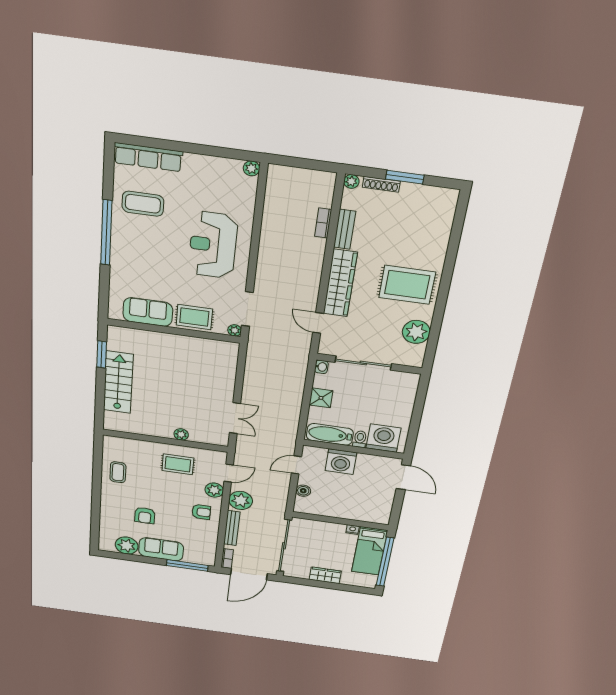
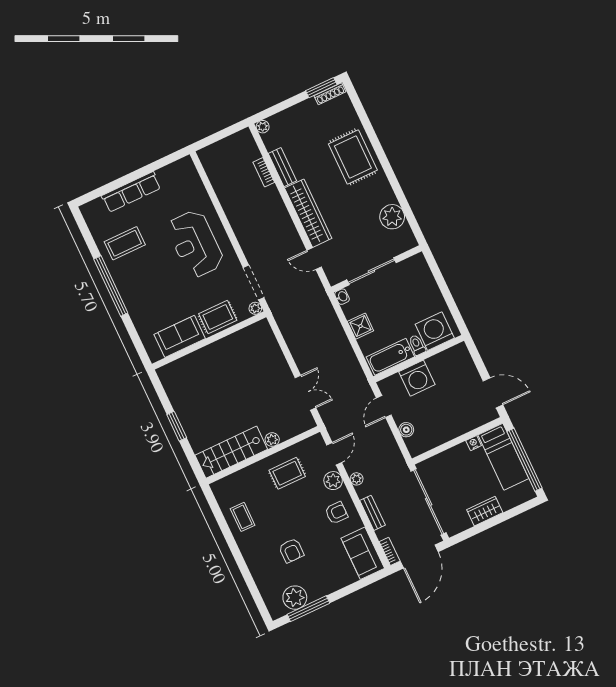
row of seats: (148, 157) -> (131, 192), moved
plant: (251, 168) -> (186, 163), removed
window: (405, 177) -> (321, 88), moved
shoe rack: (381, 184) -> (330, 94), moved
rug: (407, 285) -> (353, 157), moved, turned 90
window: (102, 354) -> (177, 426), moved
stairs: (118, 382) -> (231, 452), moved, turned -90
door: (403, 477) -> (493, 393), moved
plant: (241, 500) -> (357, 479), width x0.53, depth x0.53
bench: (232, 528) -> (373, 513), width x0.73
sofa: (161, 549) -> (363, 553), moved, turned -90
window: (187, 565) -> (308, 609), moved

